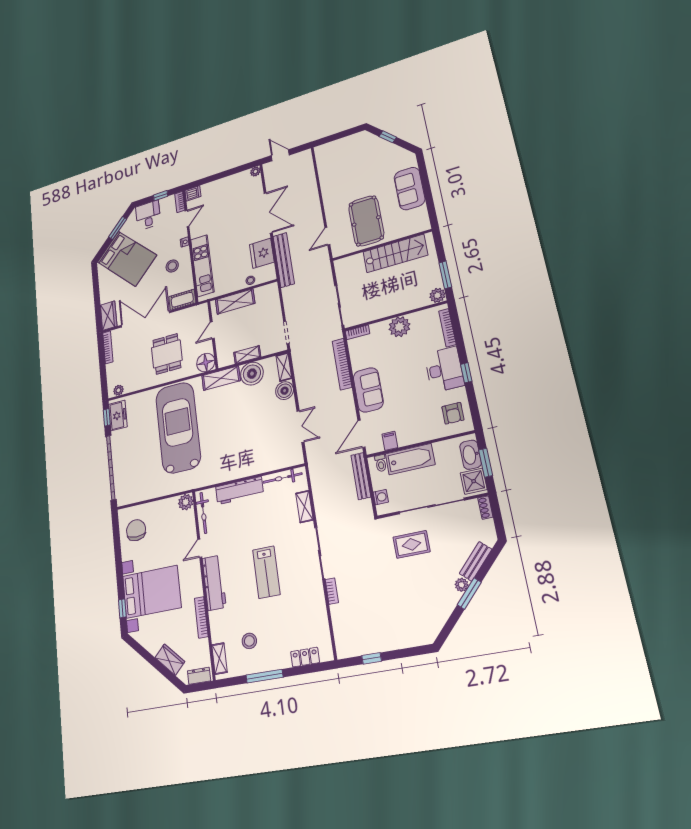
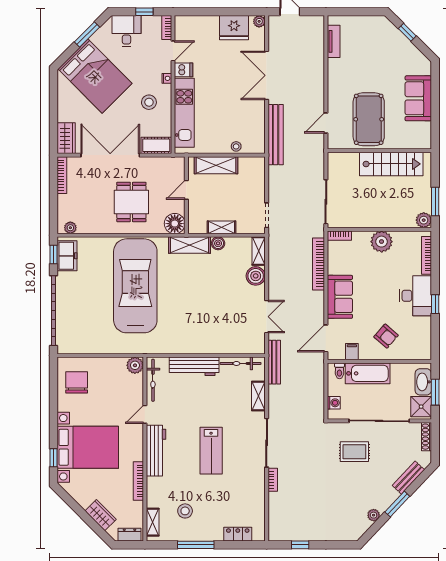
tv unit: (322, 166) -> (334, 41), added
dishwasher: (193, 193) -> (184, 70), moved
double door: (268, 213) -> (267, 75), swing flipped
fridge: (262, 253) -> (234, 28), moved, turned -90
boiler: (252, 374) -> (218, 243), width x0.54, depth x0.54
armchair: (453, 413) -> (386, 336), moved, turned -49
bench: (361, 476) -> (274, 362), moved
shoe rack: (485, 508) -> (427, 437), width x1.43
plant: (462, 585) -> (374, 515), moved

